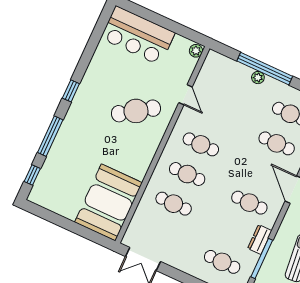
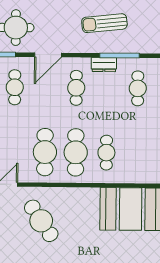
cafe table: (201, 144) -> (45, 152), width x1.37, depth x1.35
cafe table: (187, 174) -> (76, 152), width x1.37, depth x1.35

